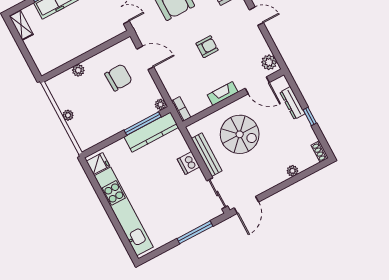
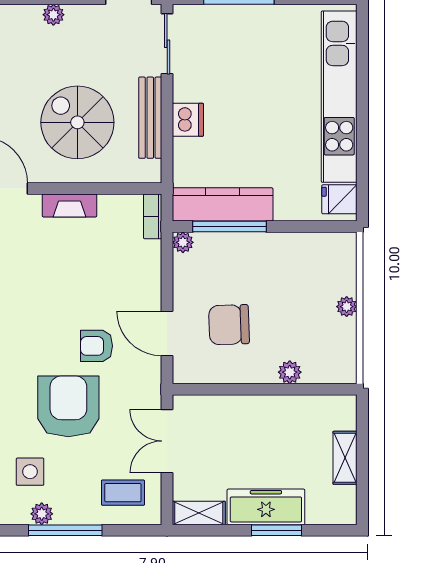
shelving: (21, 25) -> (345, 458), moved
armchair: (207, 47) -> (96, 346), moved
plant: (292, 171) -> (53, 15), moved

